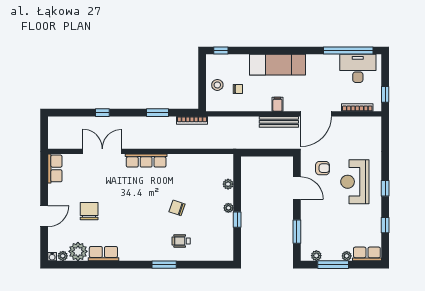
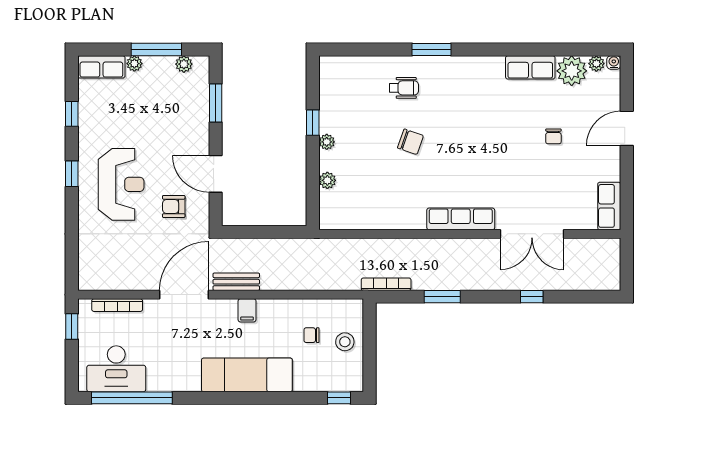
bench: (279, 122) -> (236, 282), width x0.73
chair: (89, 211) -> (553, 136), width x0.54, depth x0.54

